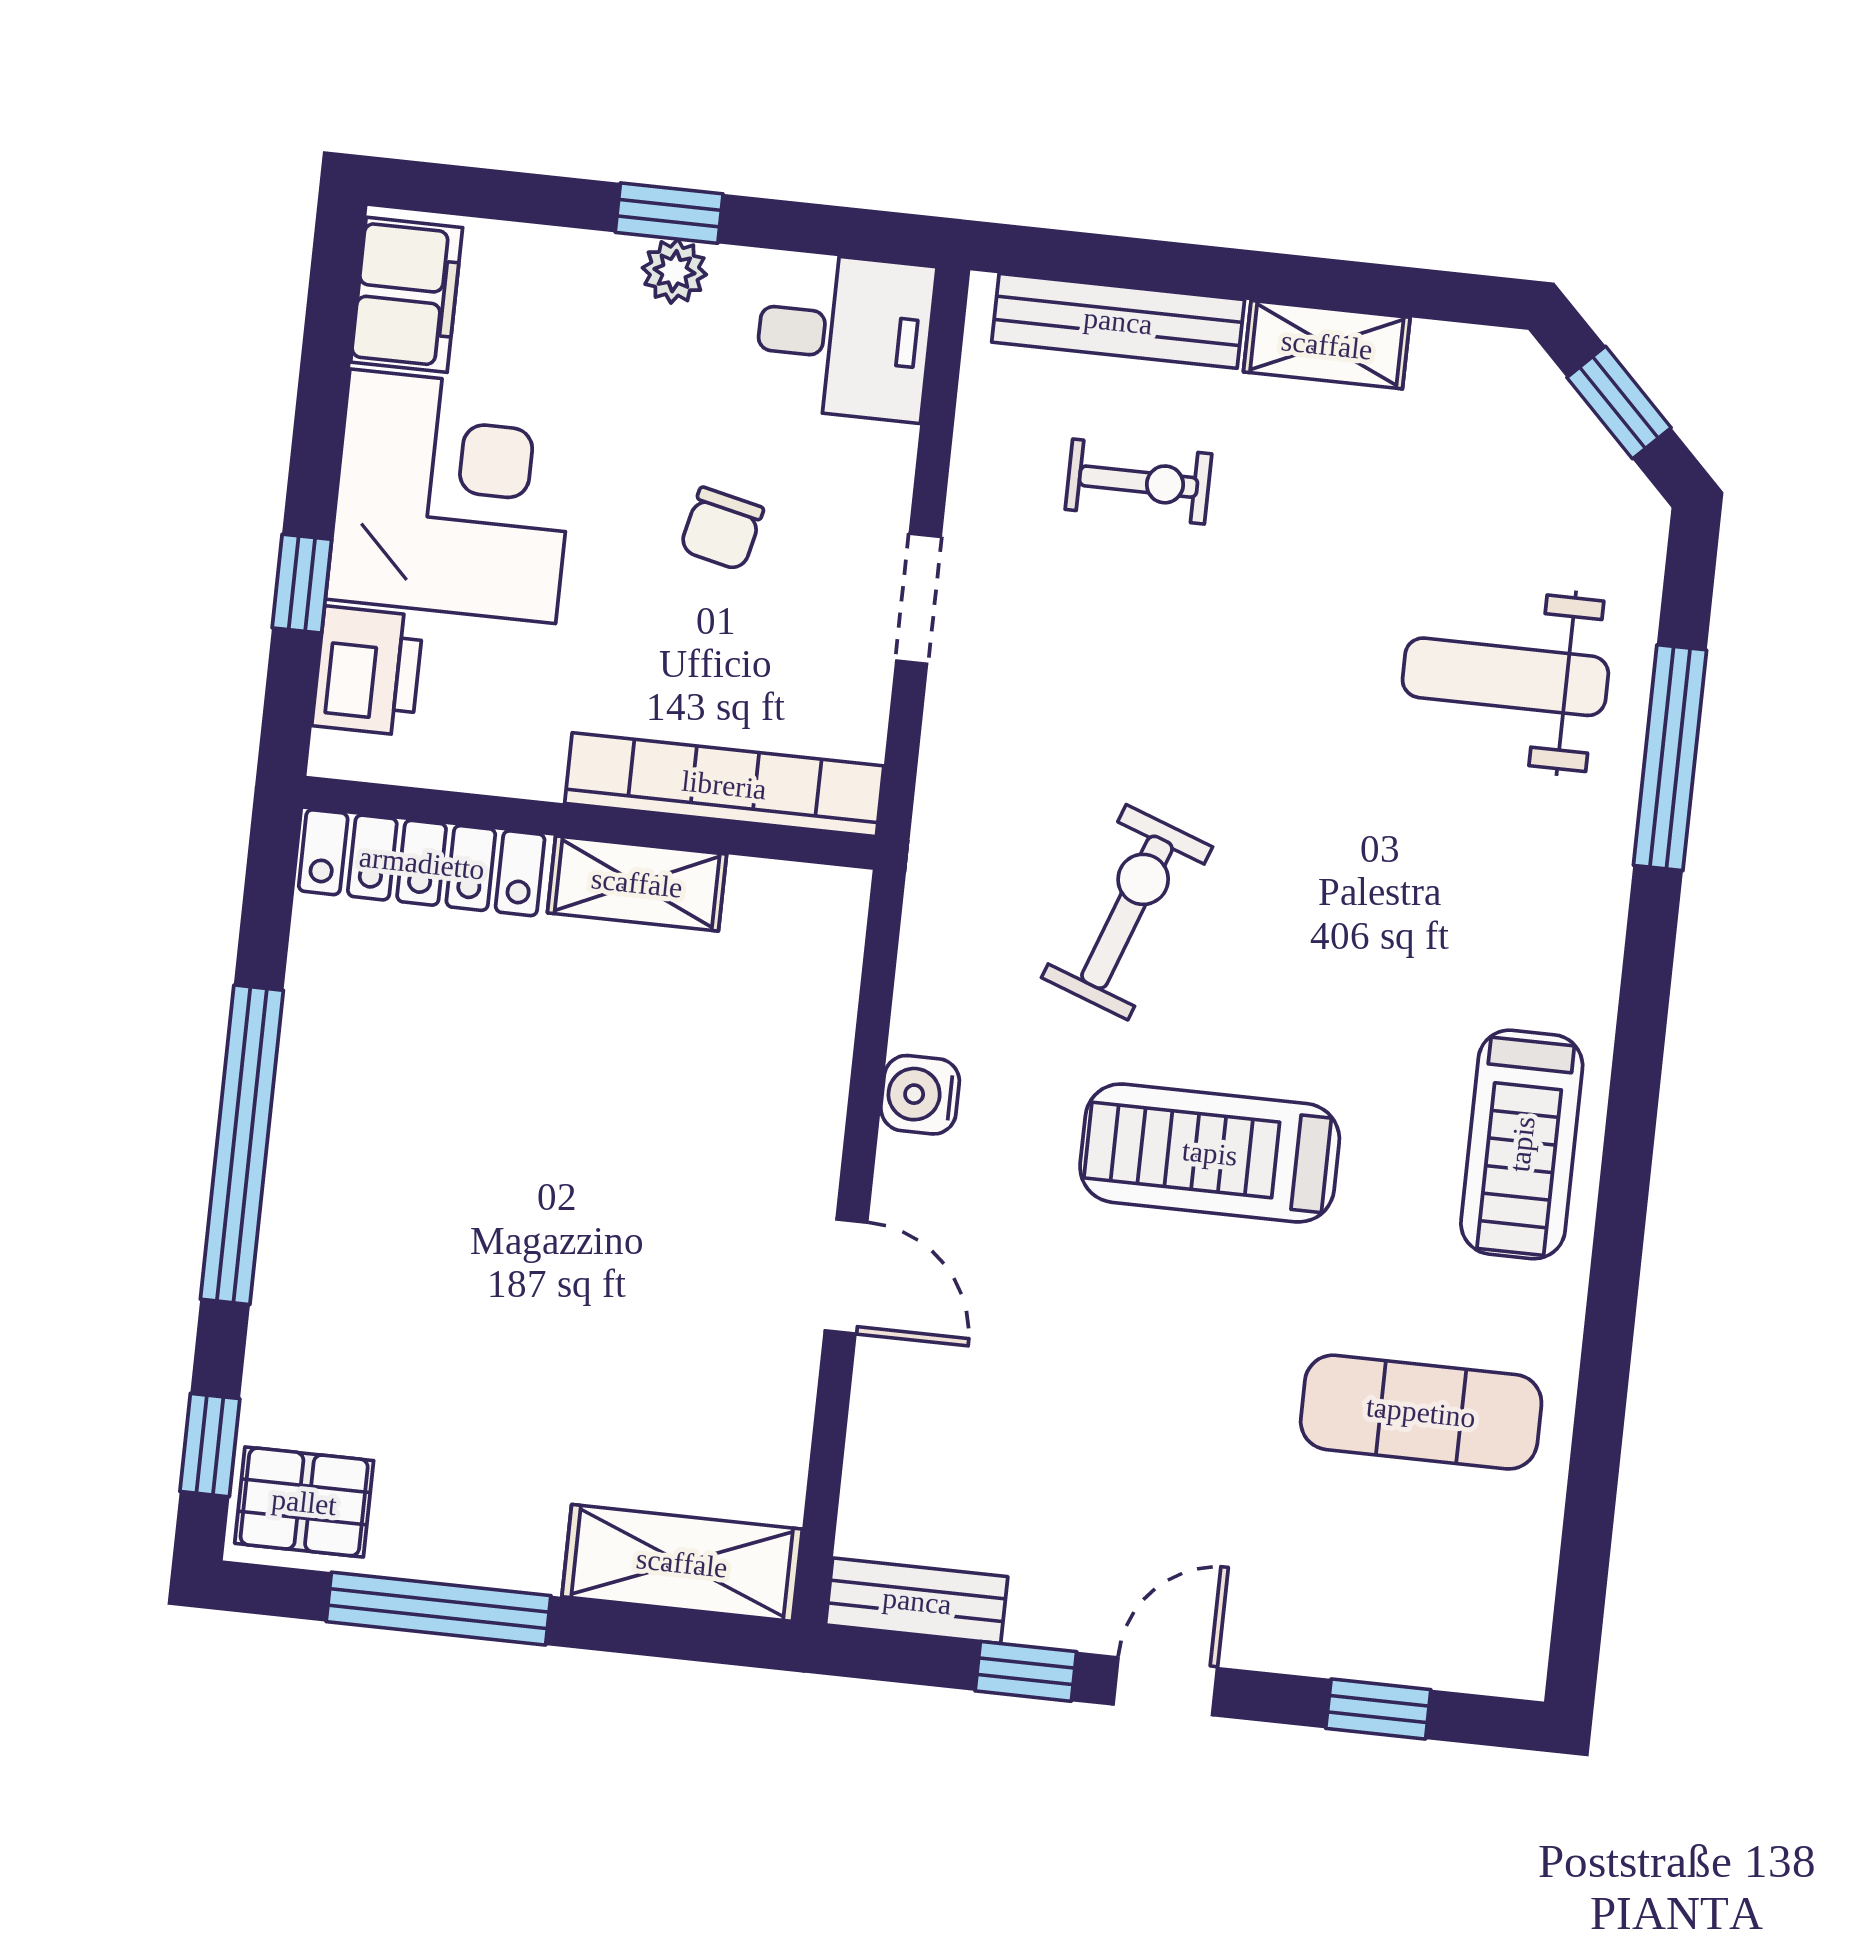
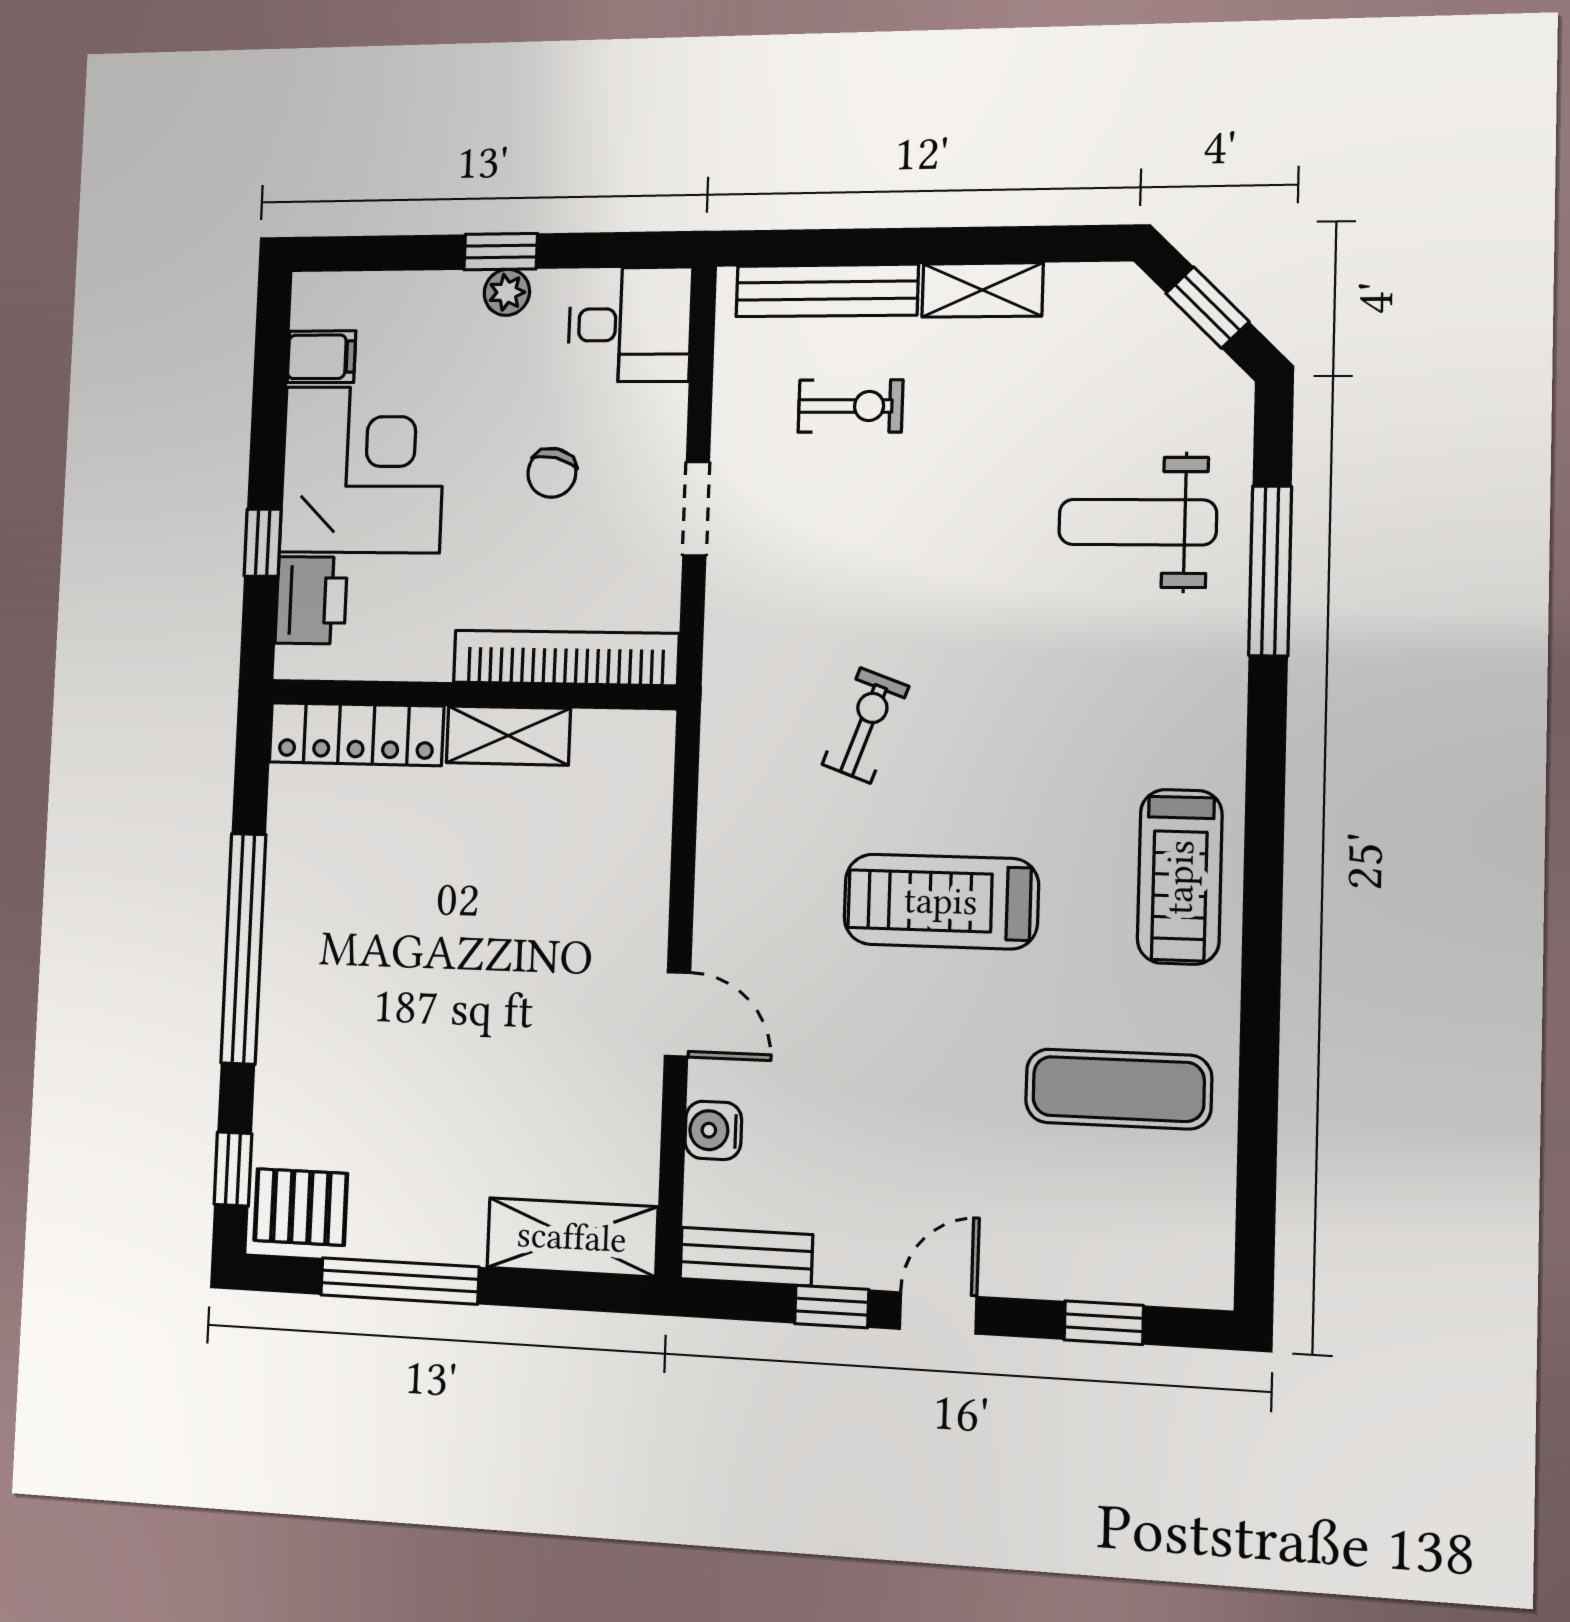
filing cabinet: (407, 295) -> (322, 357), width x0.50
exercise bike: (1127, 912) -> (865, 725), width x0.73, depth x0.72
water cooler: (920, 1095) -> (713, 1130), moved

